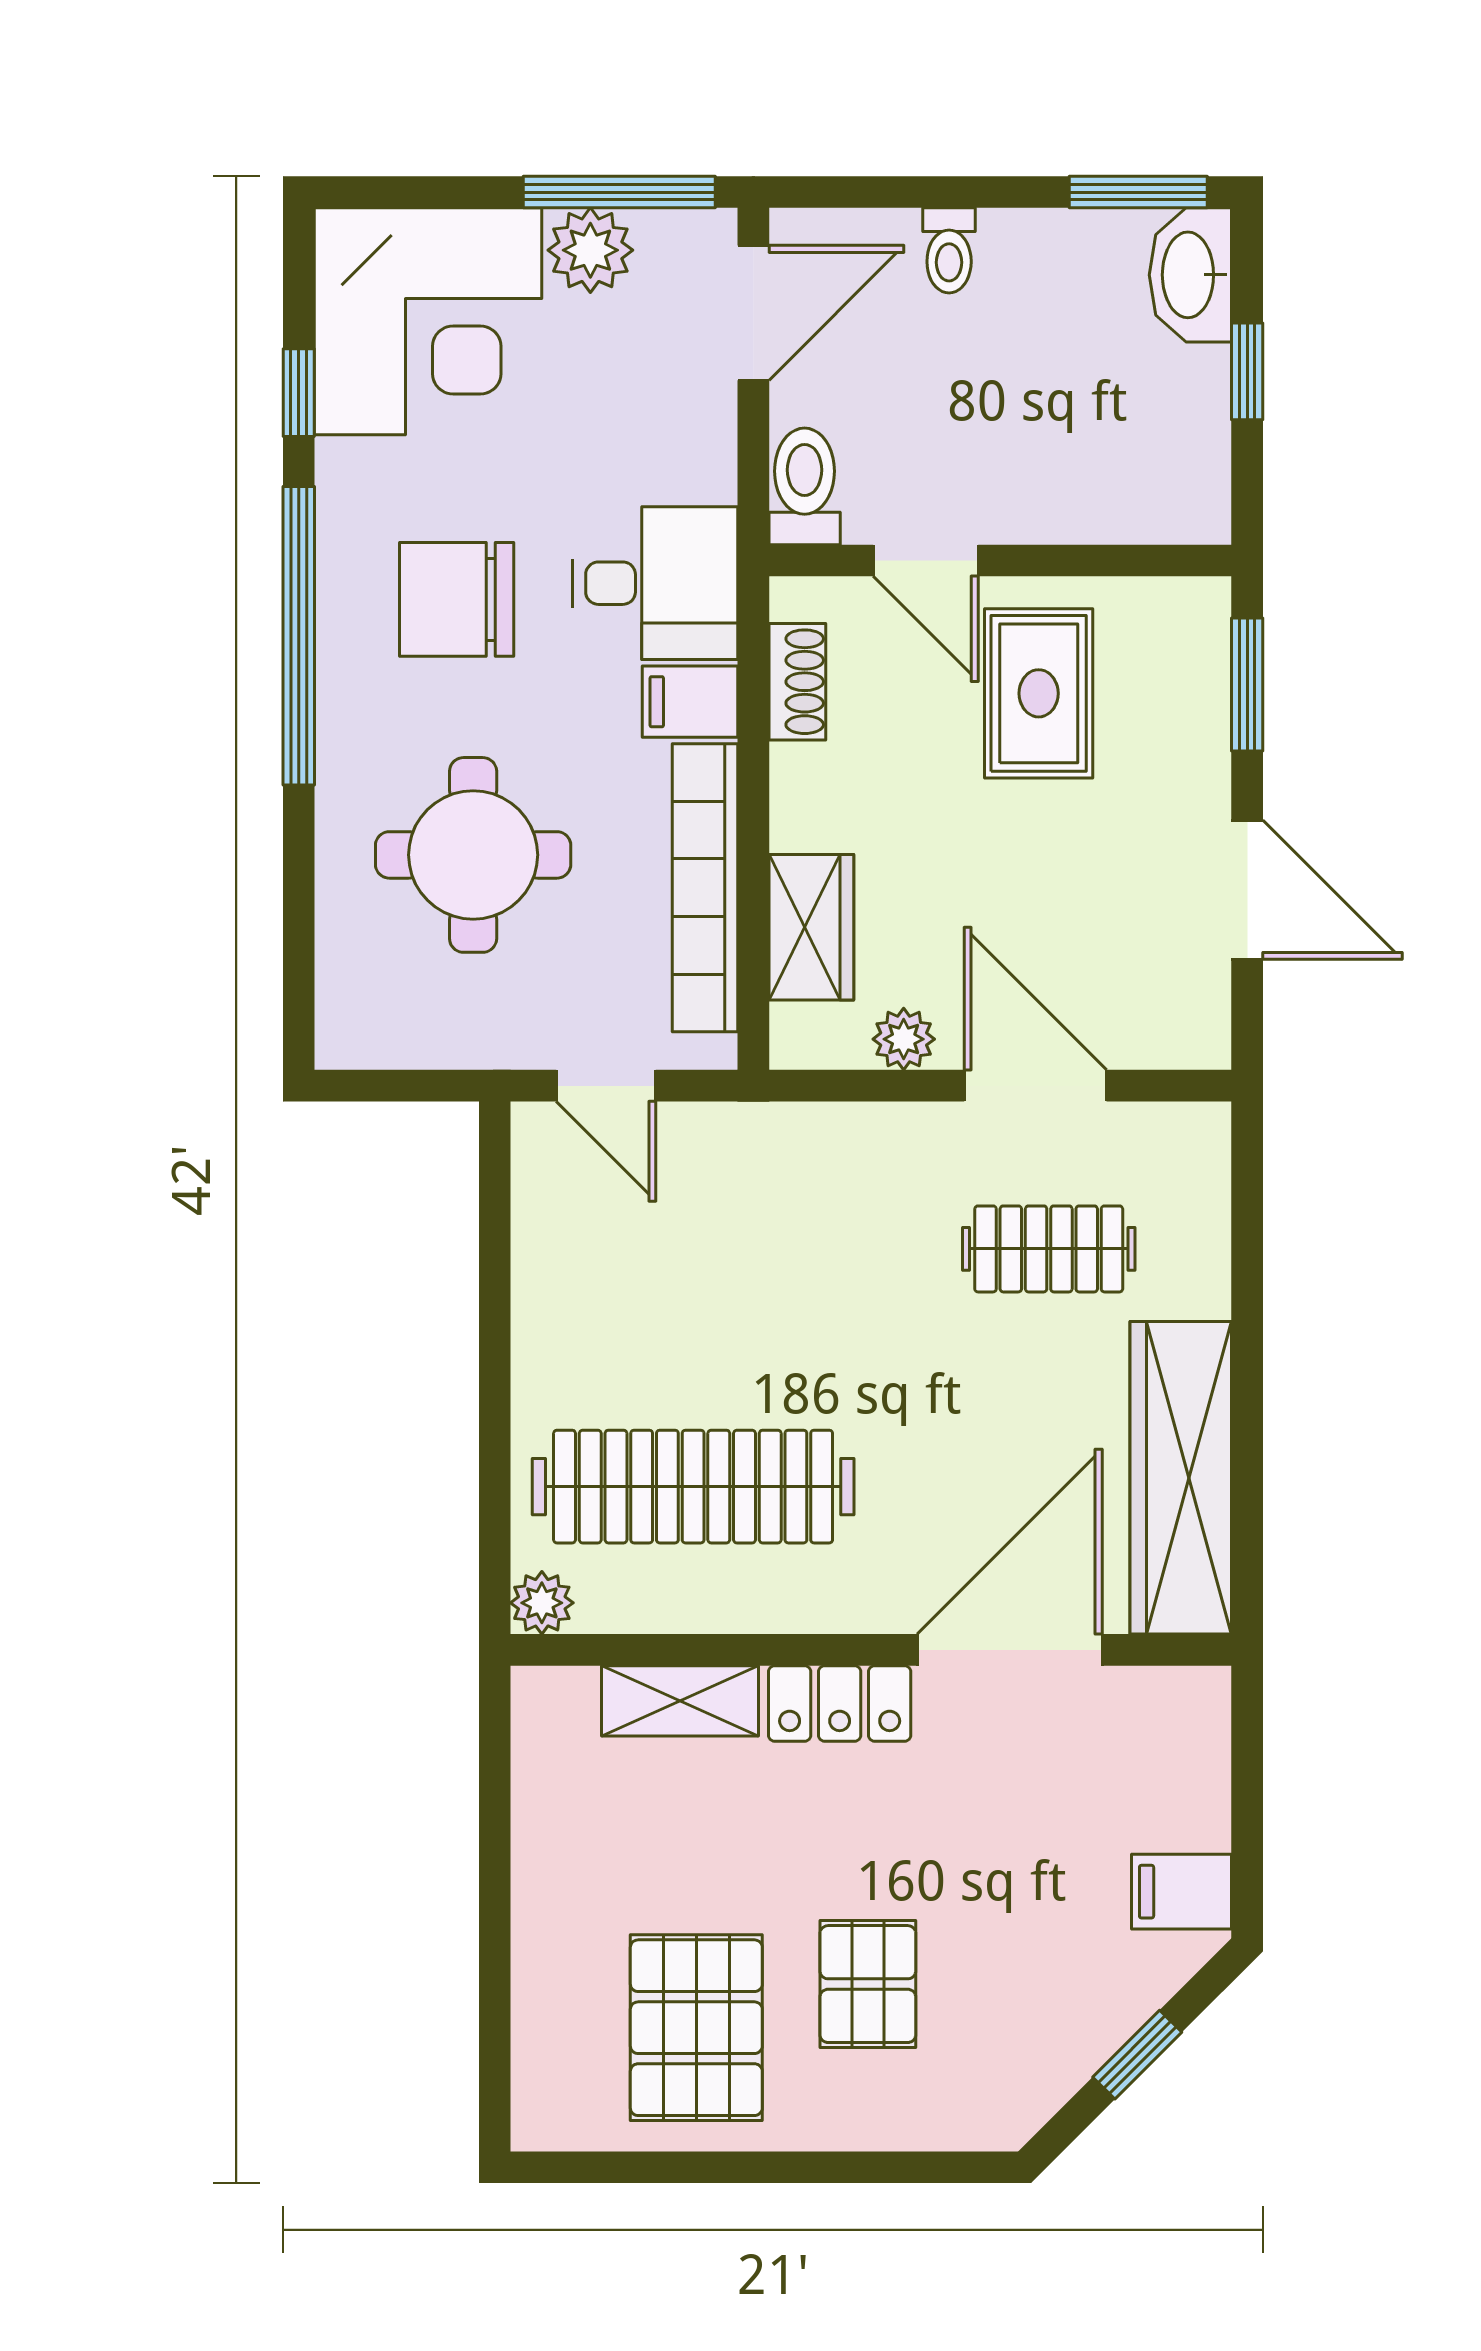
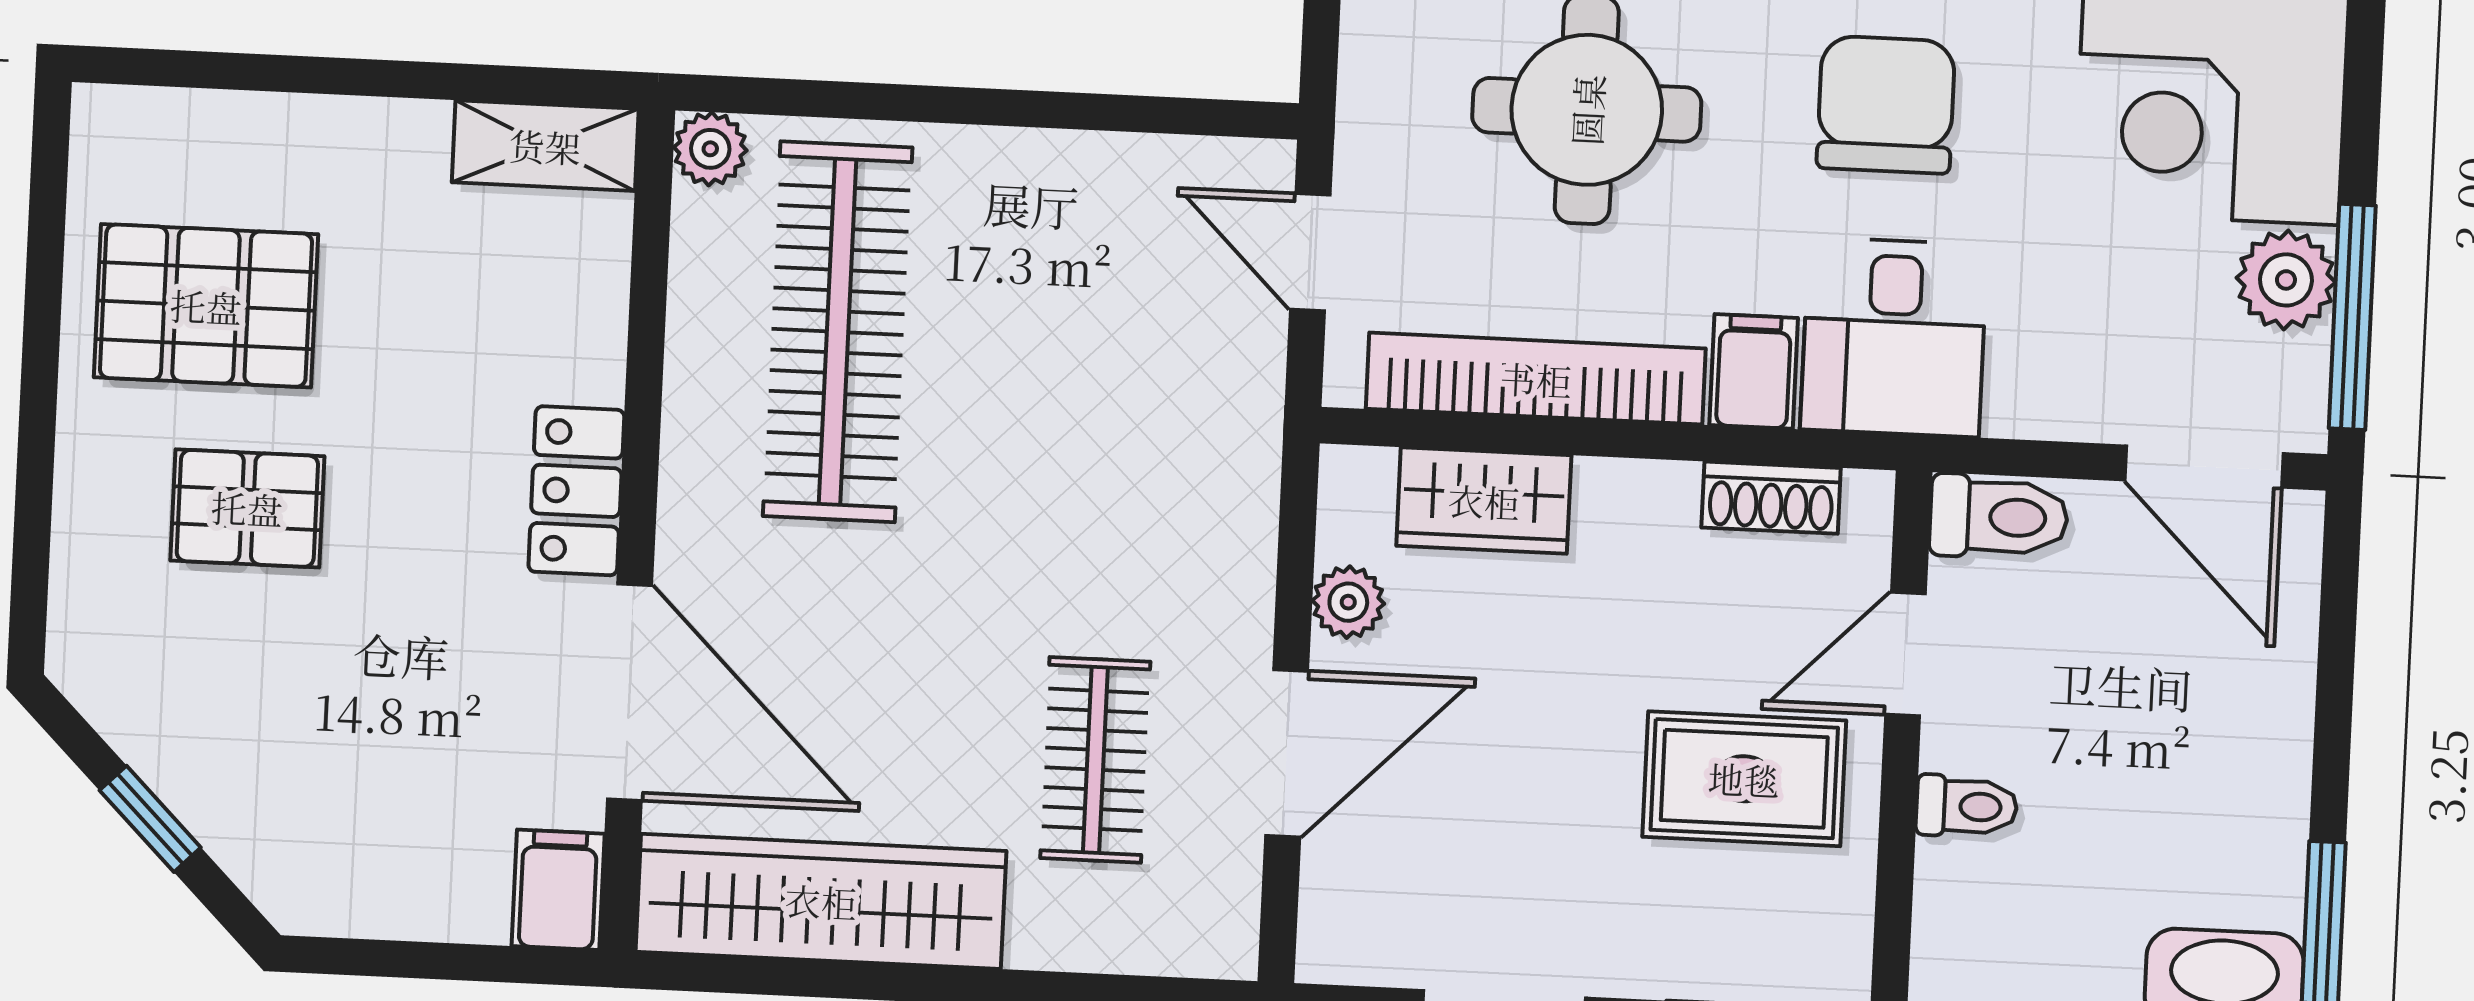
toilet: (949, 250) -> (1967, 806), moved, turned 180
door: (606, 1086) -> (1310, 252), hinge flipped
shelving: (680, 1701) -> (545, 146), moved, turned 90
filing cabinet: (1181, 1892) -> (558, 890), moved

